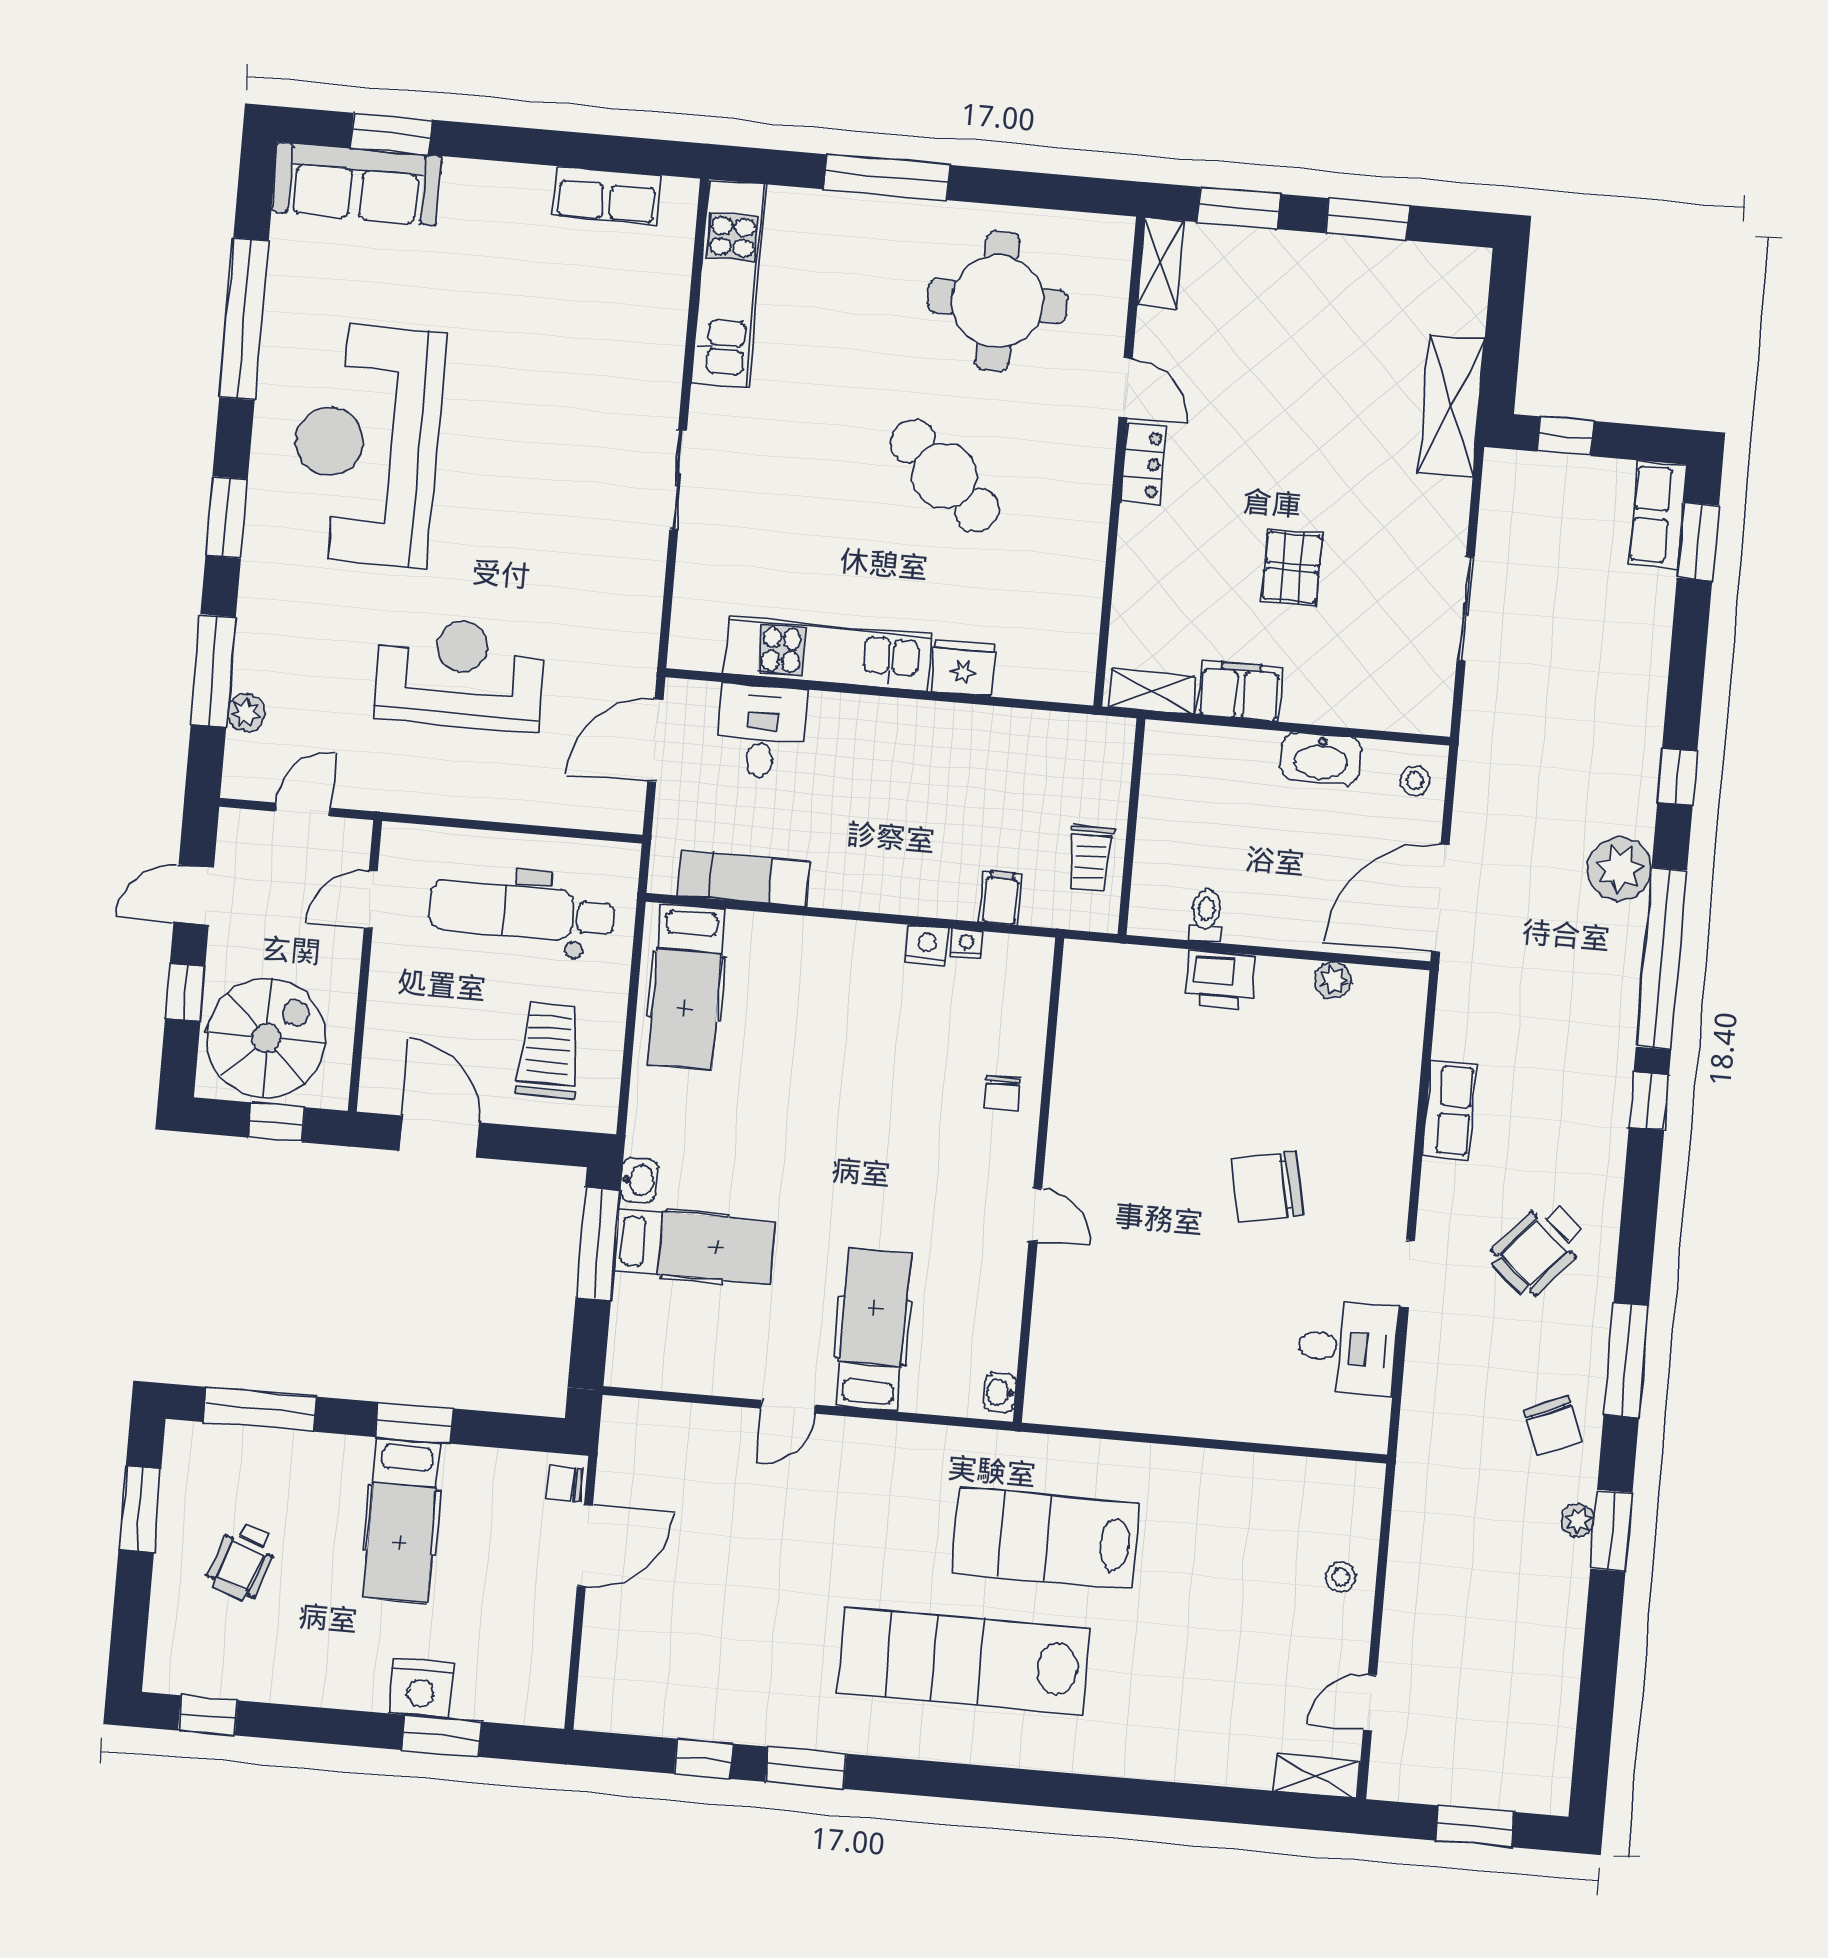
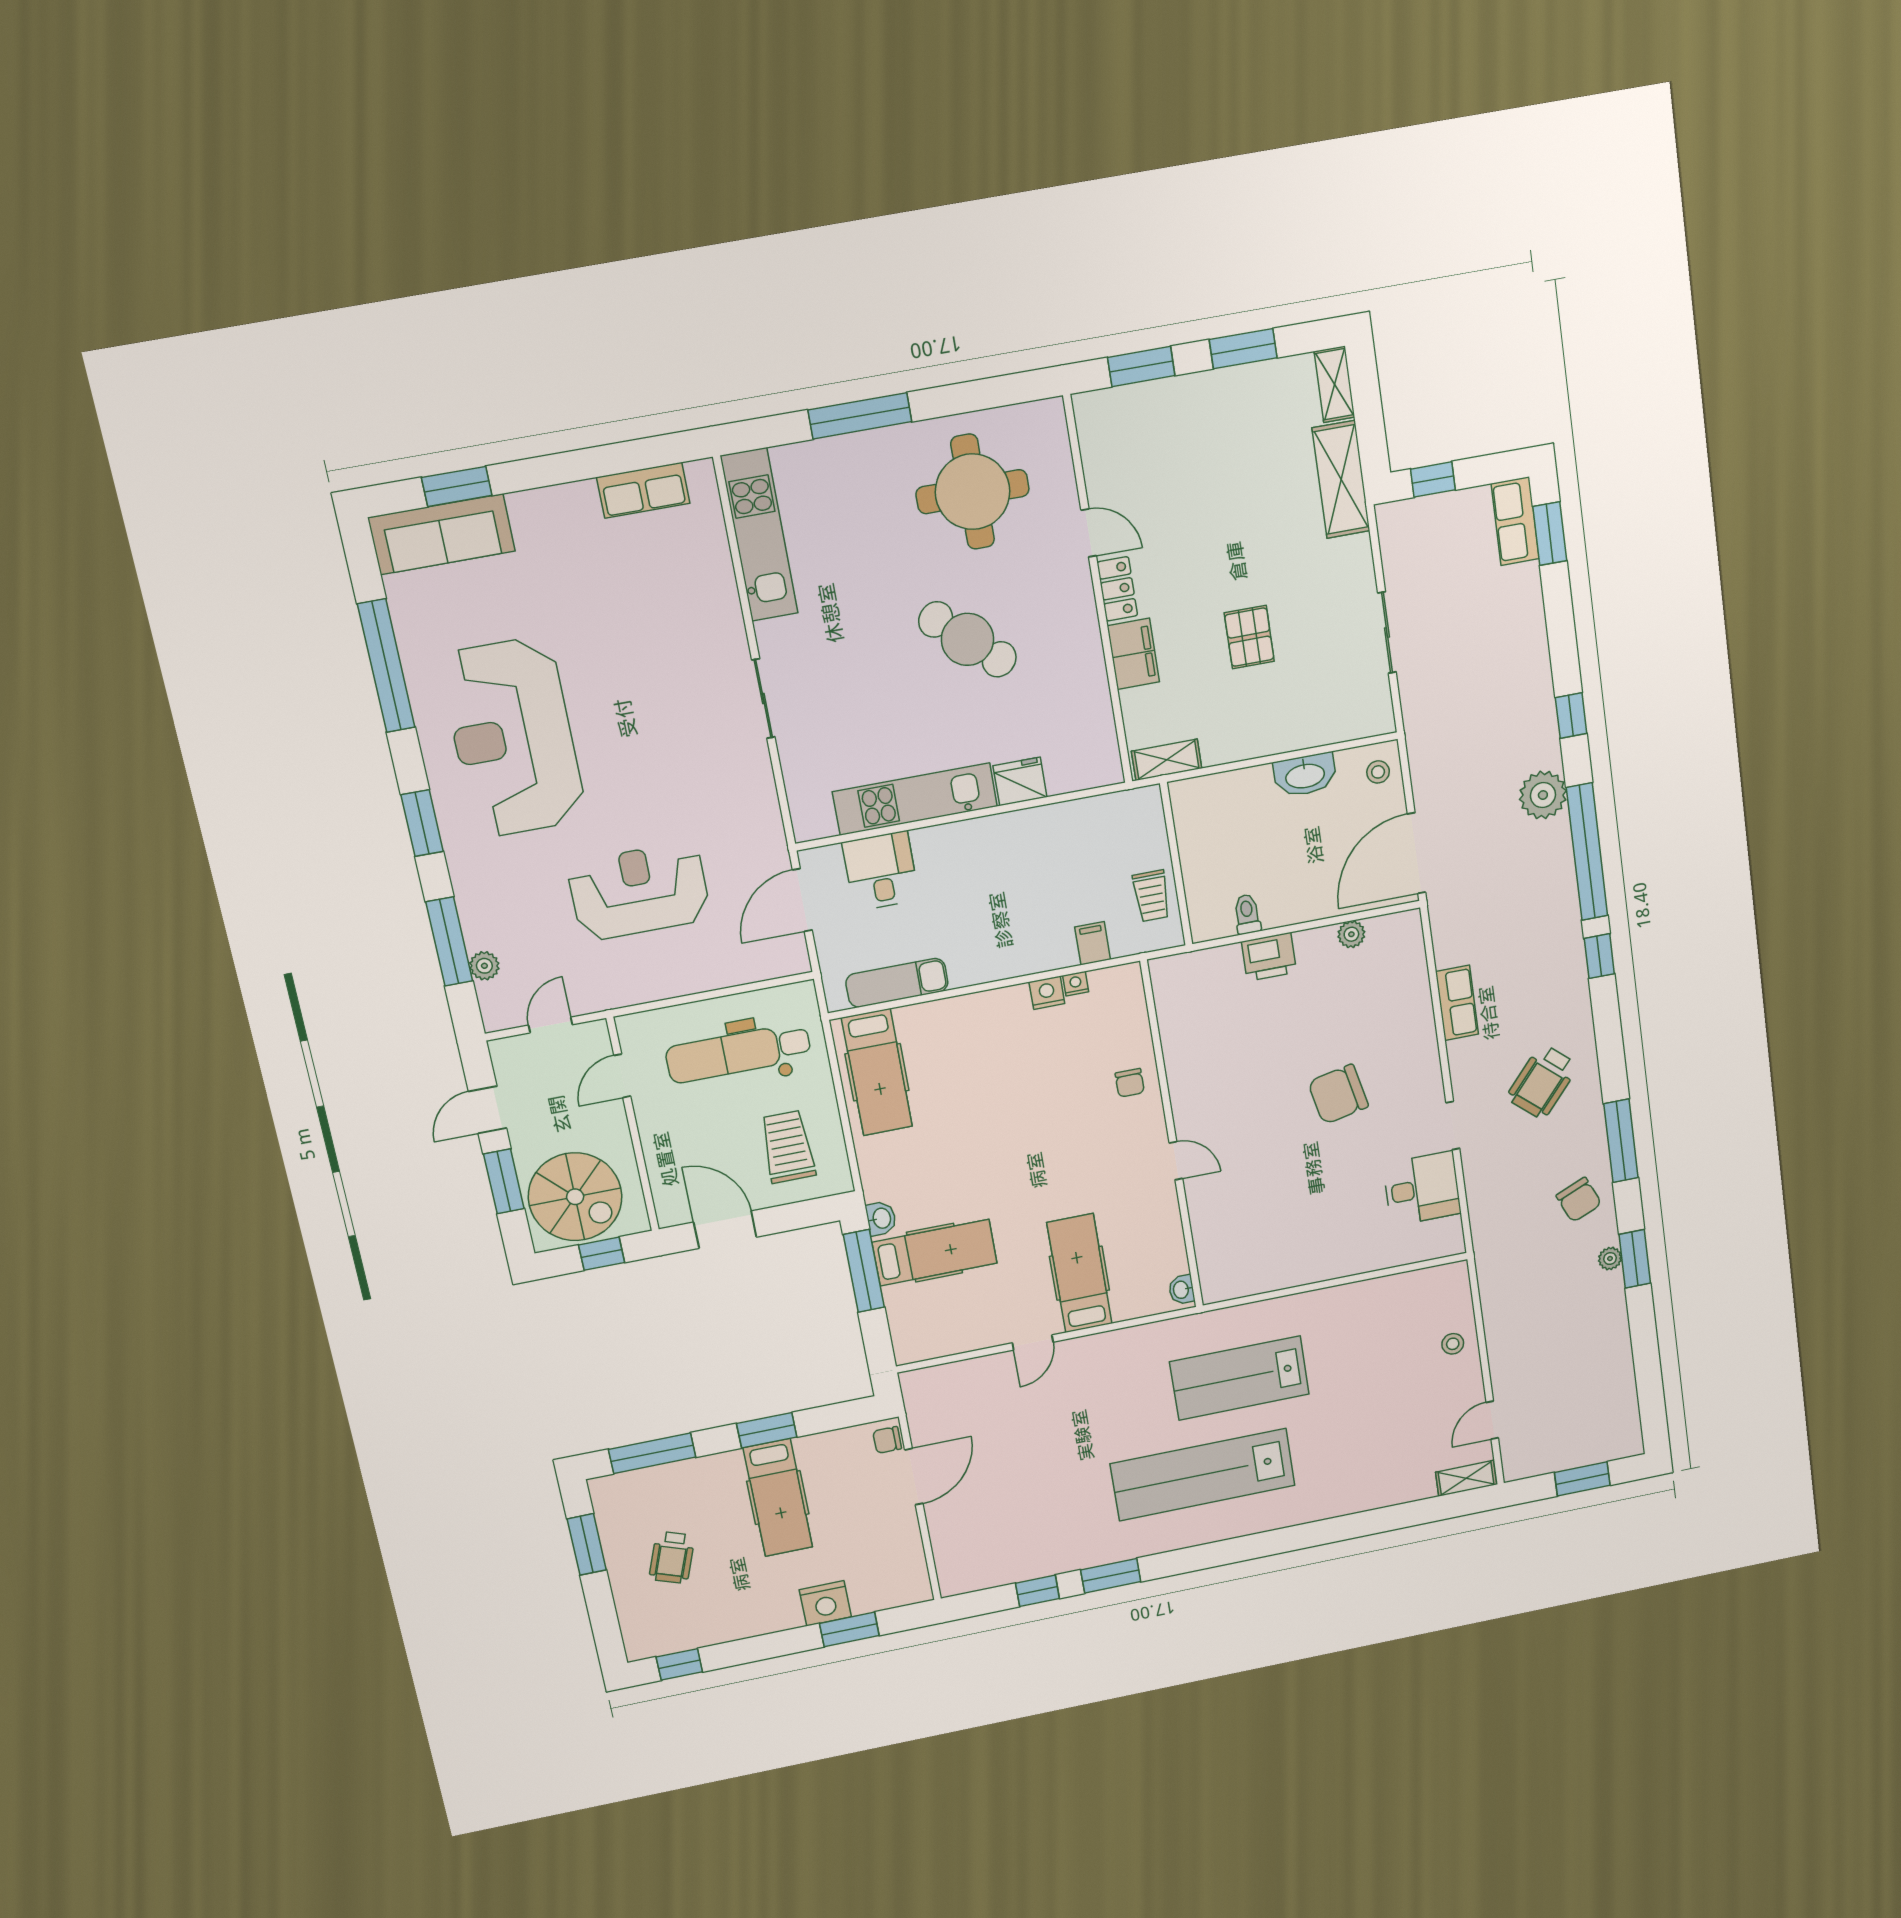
shelving: (1161, 263) -> (1334, 384), moved
filing cabinet: (1240, 691) -> (1133, 654), moved, turned 90
window: (185, 992) -> (504, 1181), width x1.50
spiral stairs: (266, 1038) -> (575, 1197), turned 90

